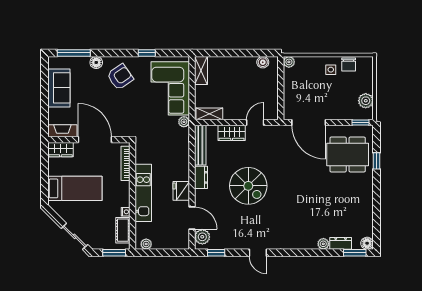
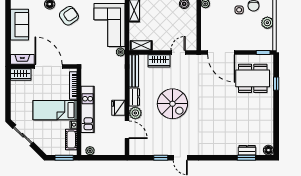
plant: (366, 101) -> (267, 23), moved
bed: (75, 188) -> (55, 110), moved, turned 180
sliding door: (75, 236) -> (23, 135), moved
plant: (202, 237) -> (135, 113), moved
plant: (323, 244) -> (233, 151), removed
window: (216, 253) -> (161, 158), moved
window: (355, 253) -> (246, 158), moved

